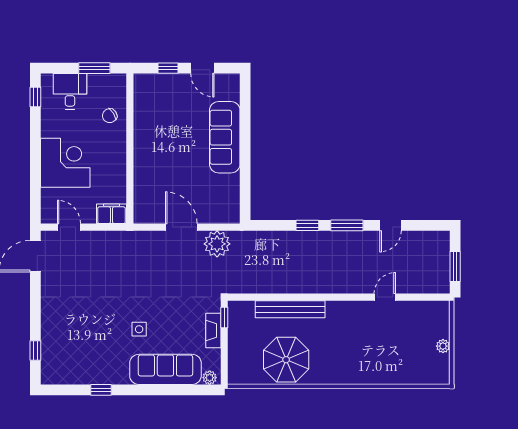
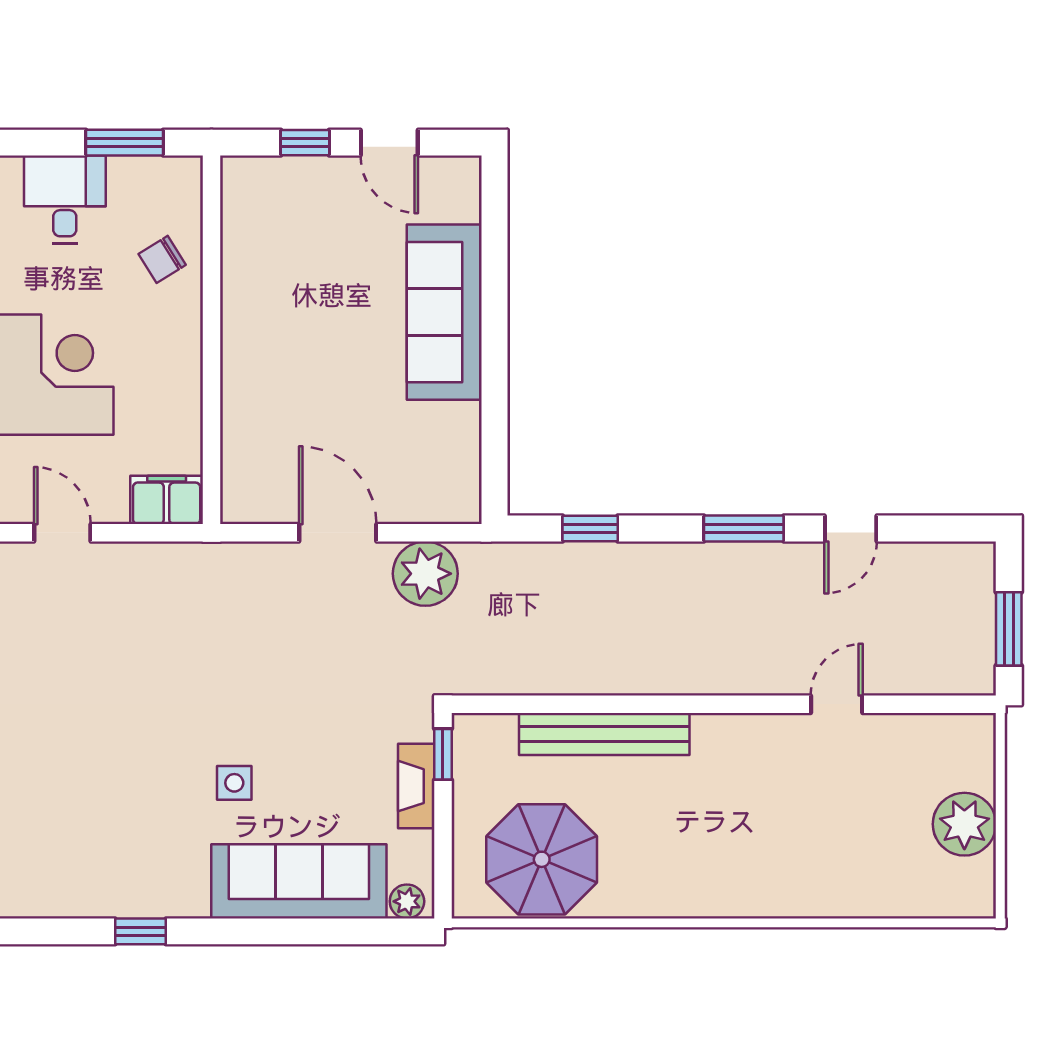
window: (307, 225) -> (590, 528), moved
plant: (443, 346) -> (964, 824), width x1.88, depth x1.88
parasol: (286, 360) -> (542, 859), moved

